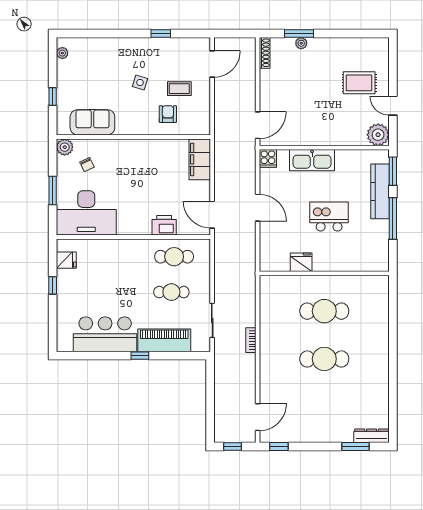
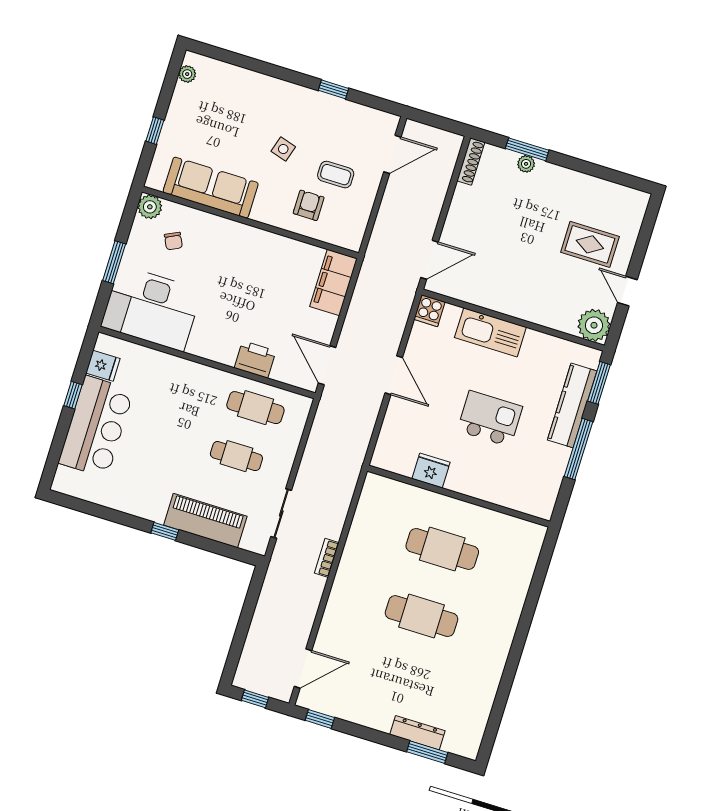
sofa: (92, 122) -> (211, 188), width x1.36
bar counter: (105, 334) -> (96, 427), moved, turned 90
dresser: (371, 436) -> (417, 733), moved

